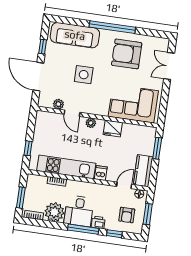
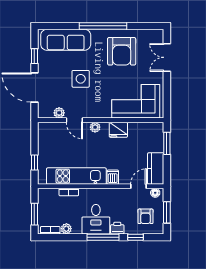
armchair: (127, 54) -> (122, 51), turned -90
plant: (54, 212) -> (66, 229), width x0.53, depth x0.53

